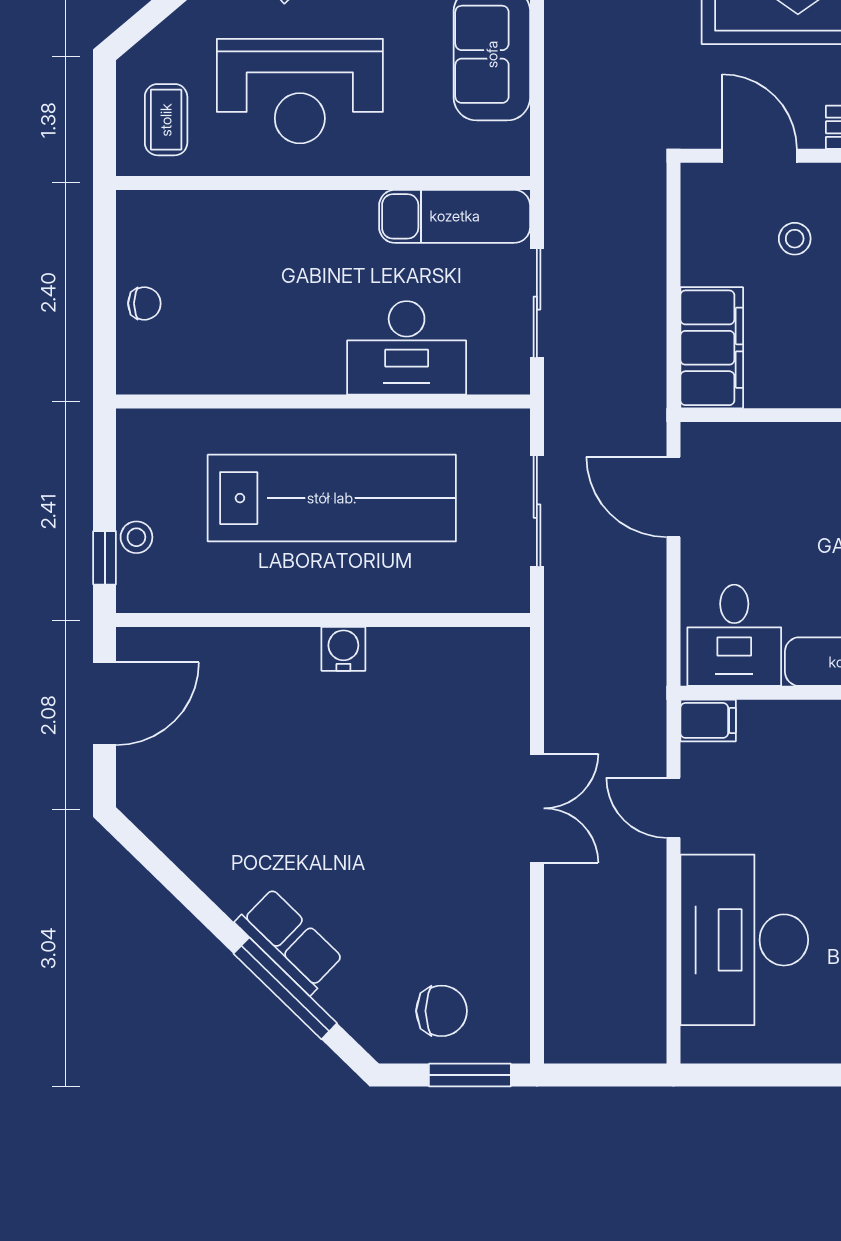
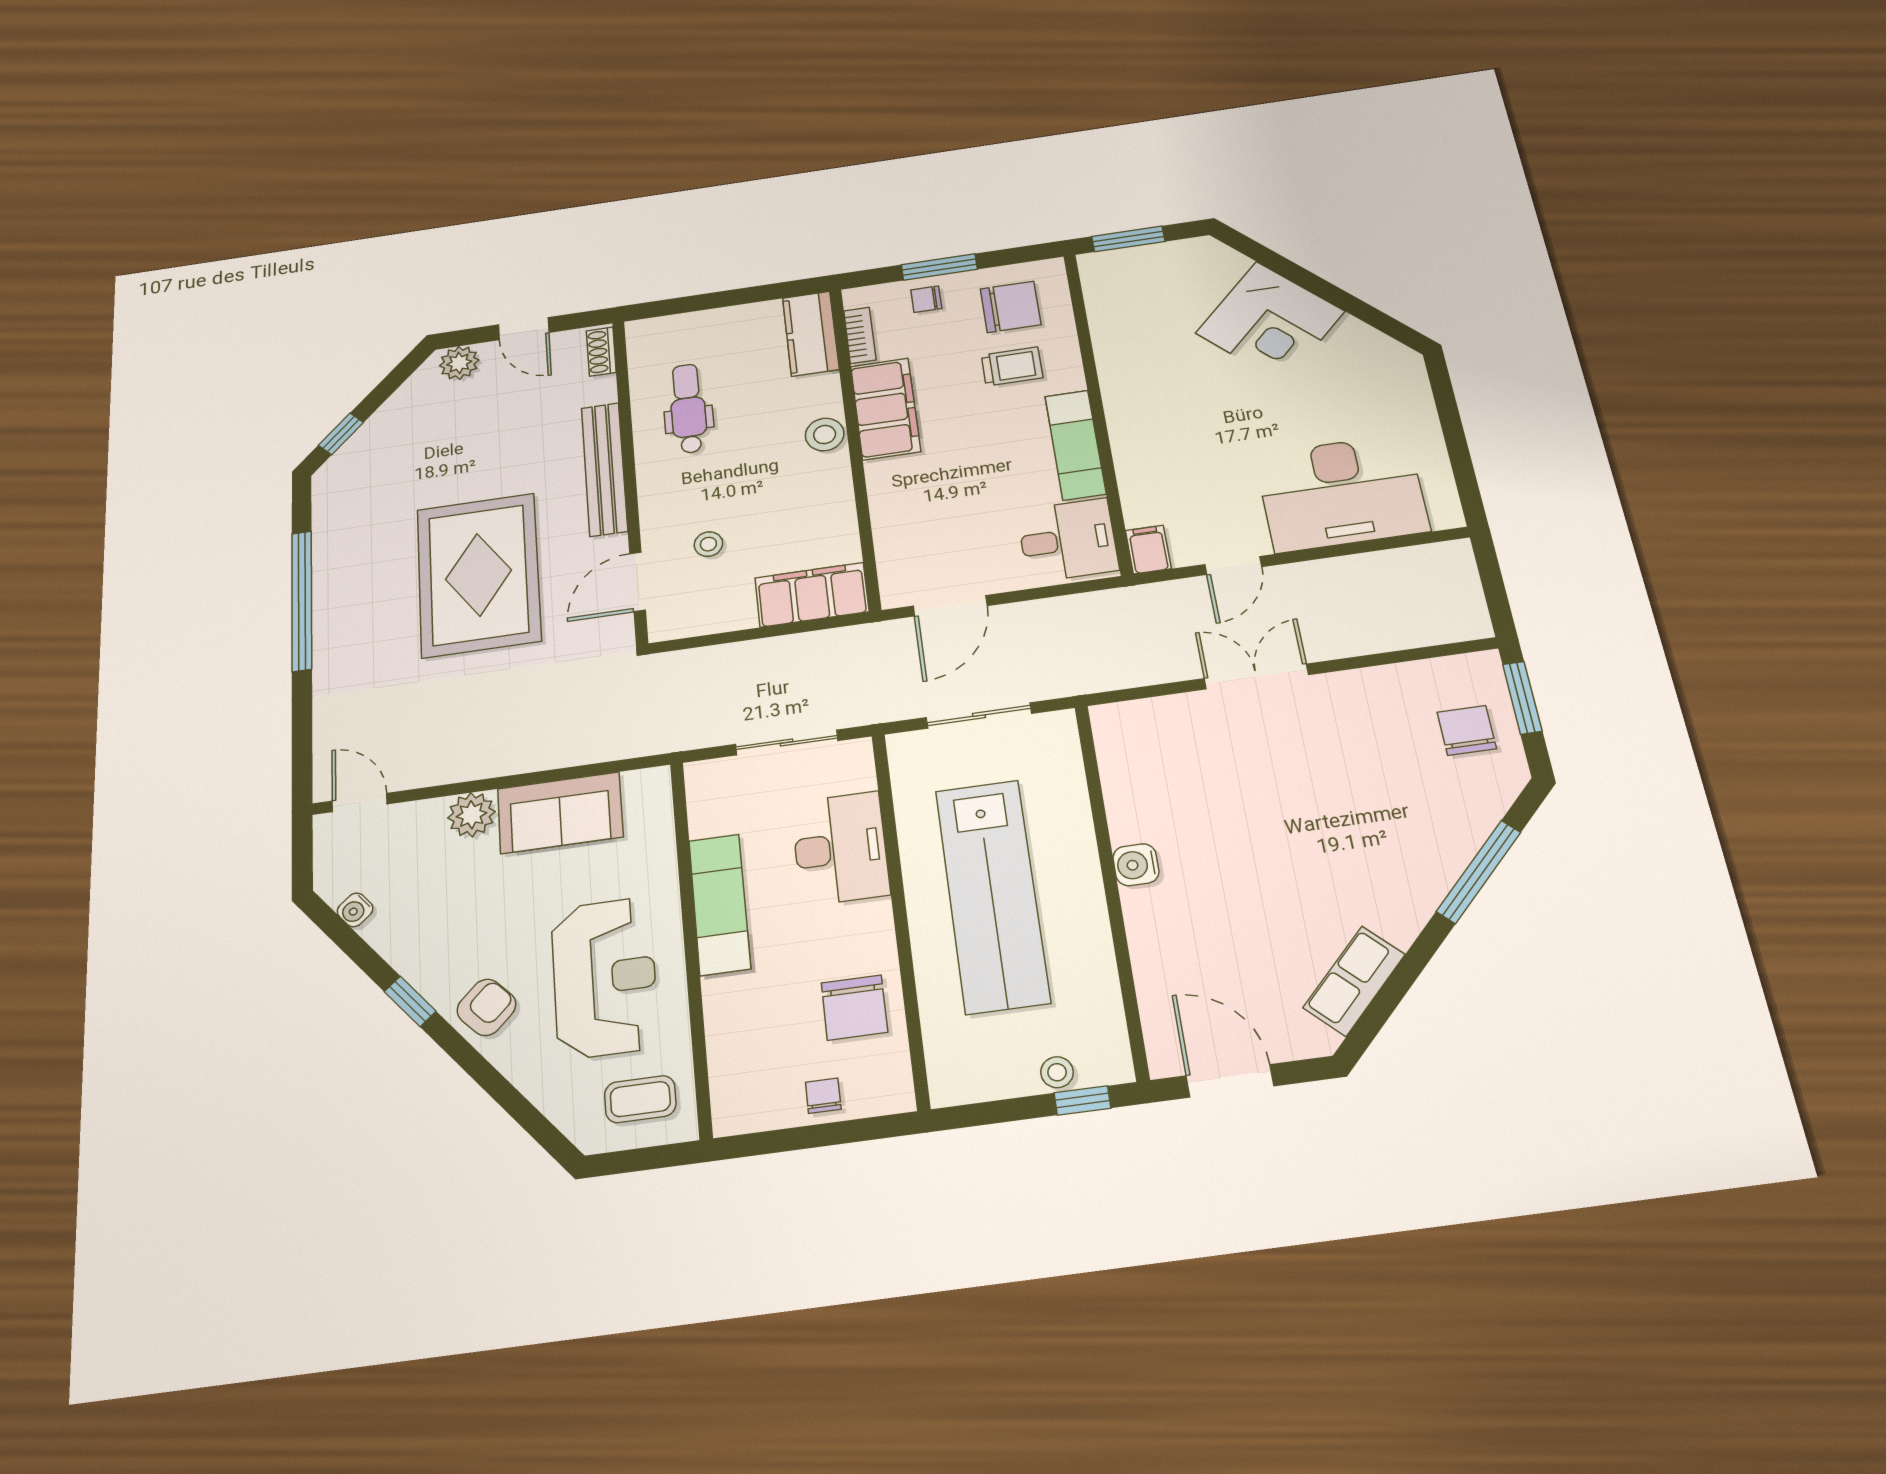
exam couch: (455, 216) -> (720, 904), moved
chair: (232, 344) -> (854, 1008), added
lab bench: (332, 498) -> (992, 895), turned 180
row of seats: (290, 941) -> (1354, 981), moved

